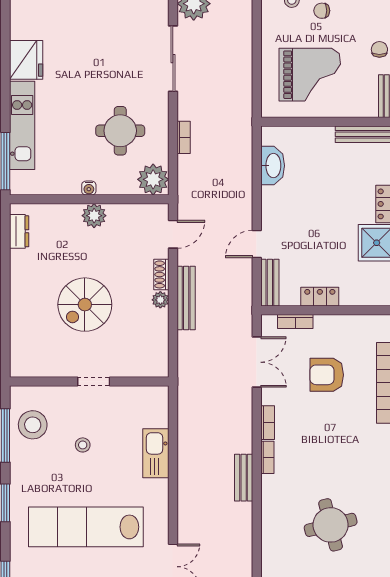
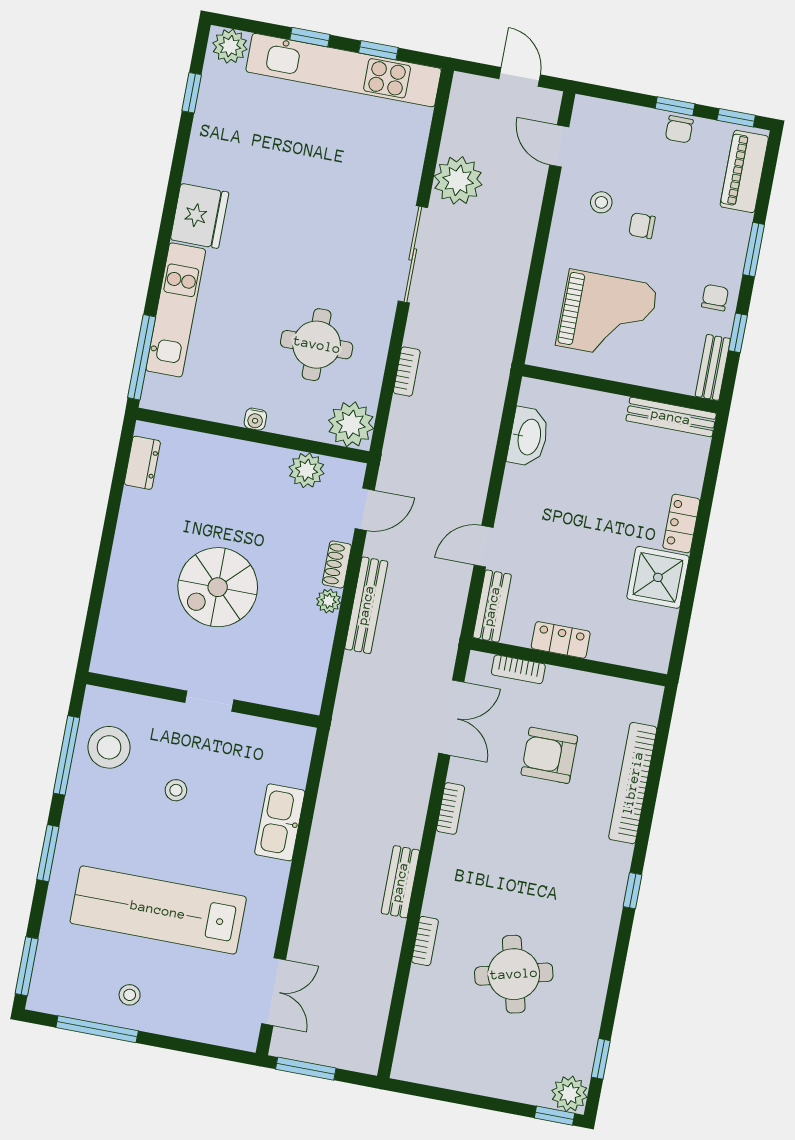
plant: (94, 216) -> (307, 470), moved
bookcase: (267, 457) -> (425, 941), moved

